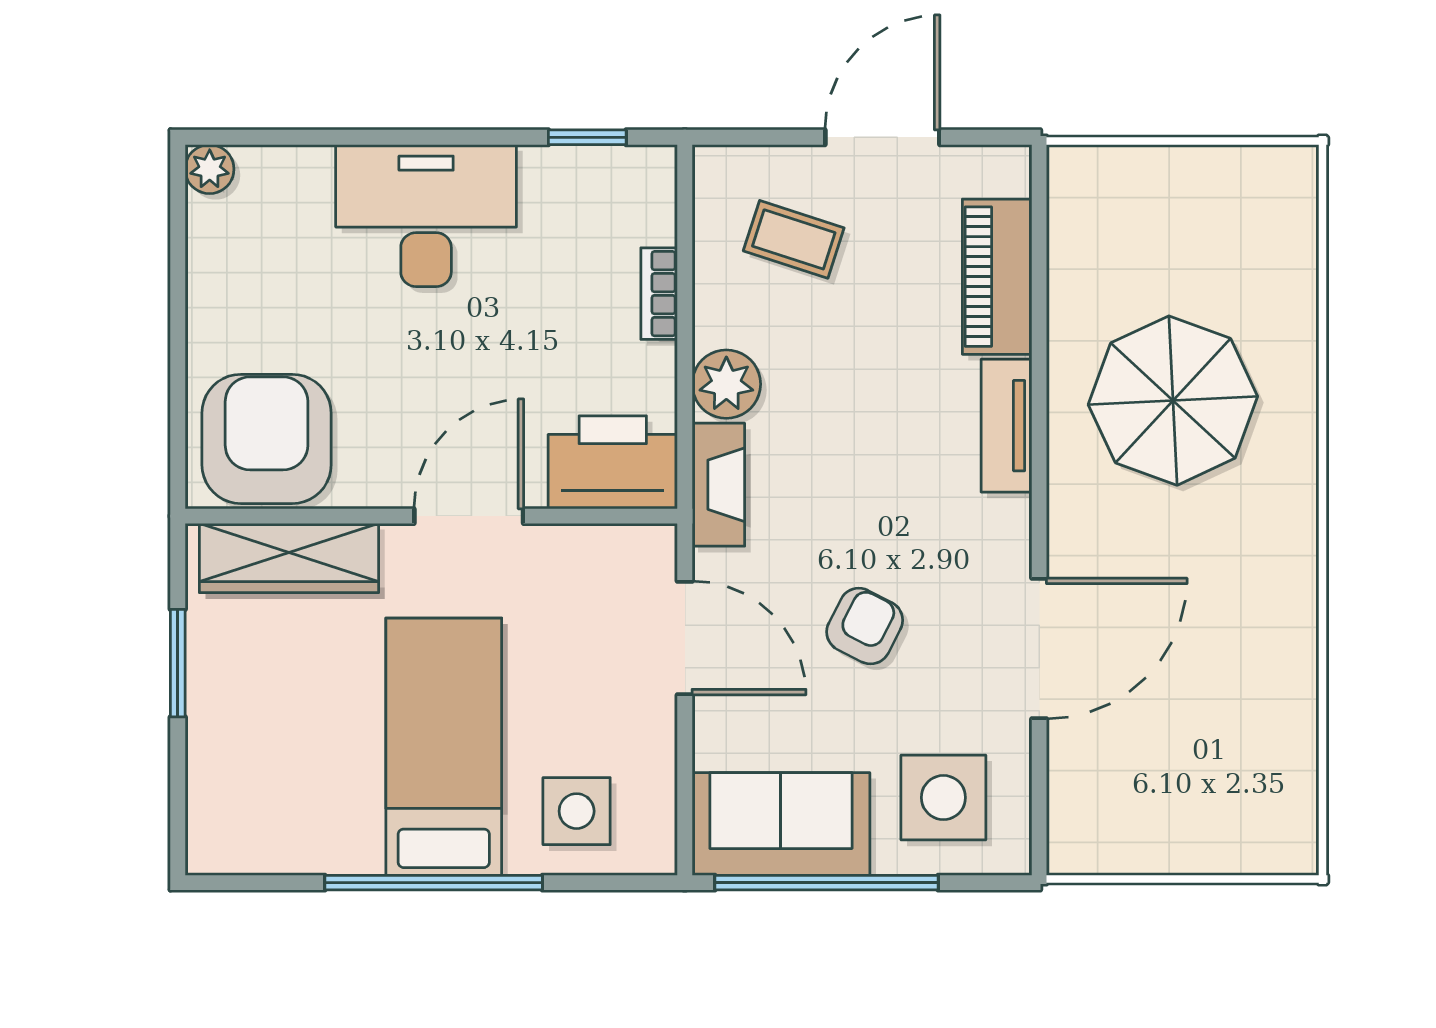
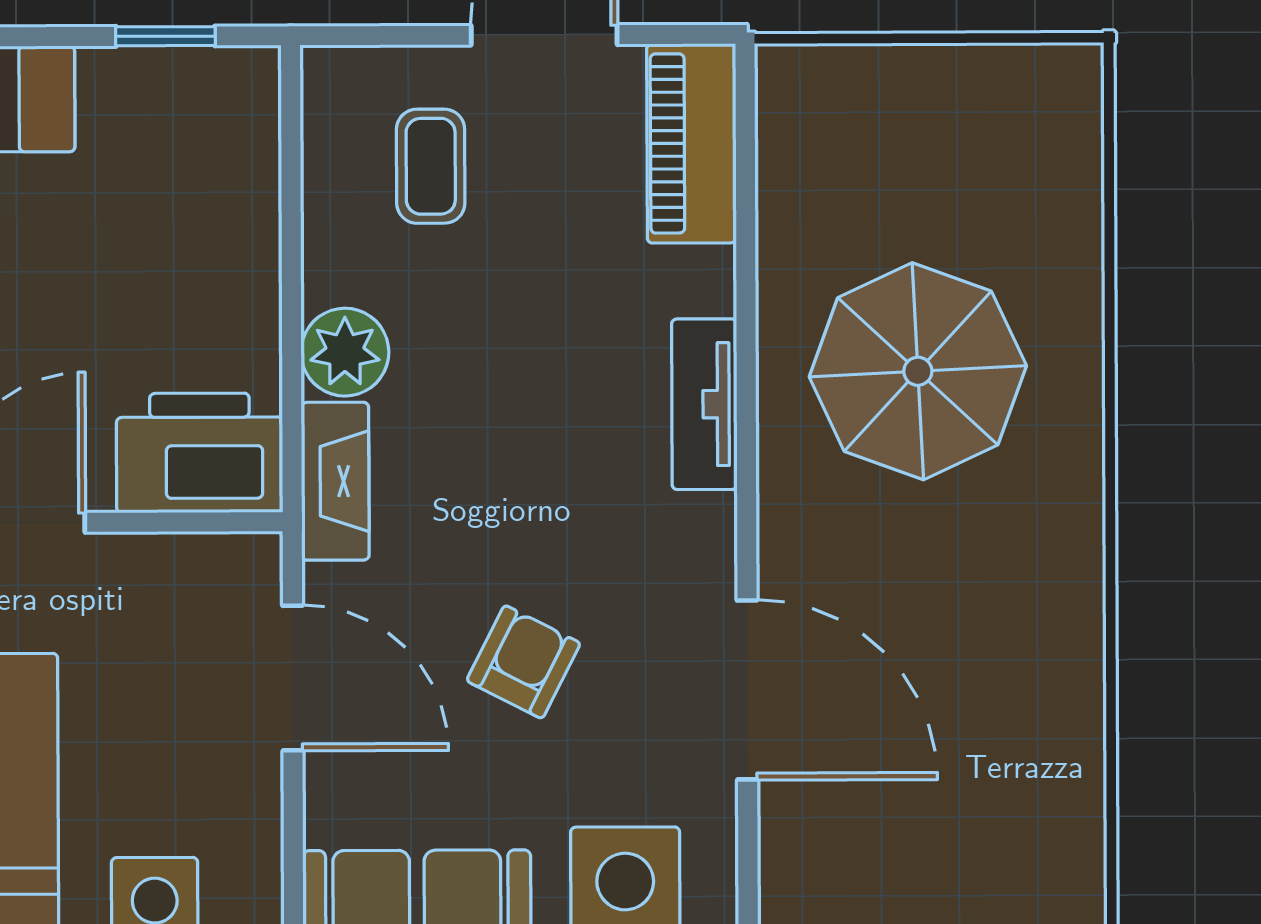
coffee table: (794, 239) -> (431, 166), turned 72
piano: (997, 277) -> (691, 143), moved
bookcase: (659, 294) -> (258, 236), removed
door: (1039, 649) -> (747, 690), hinge flipped

